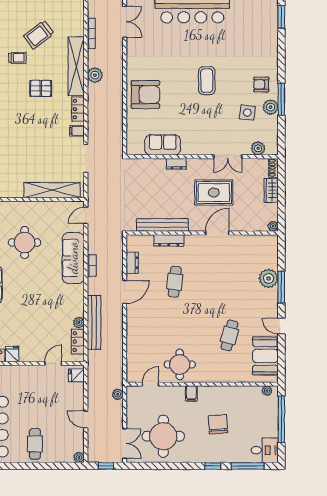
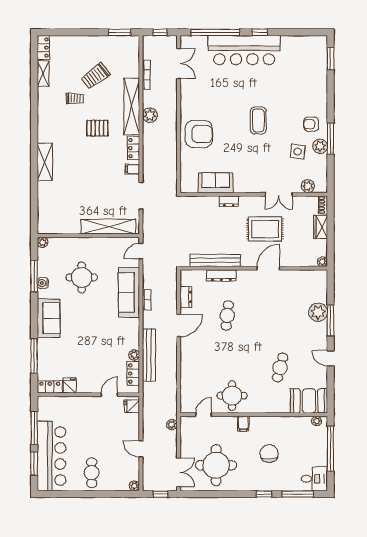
booth: (265, 356) -> (309, 401), moved, turned 90

